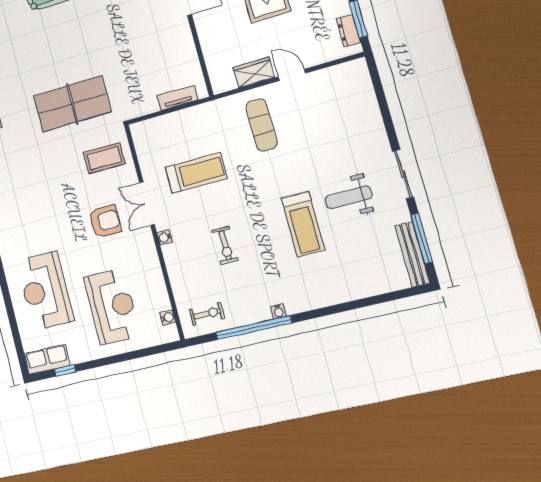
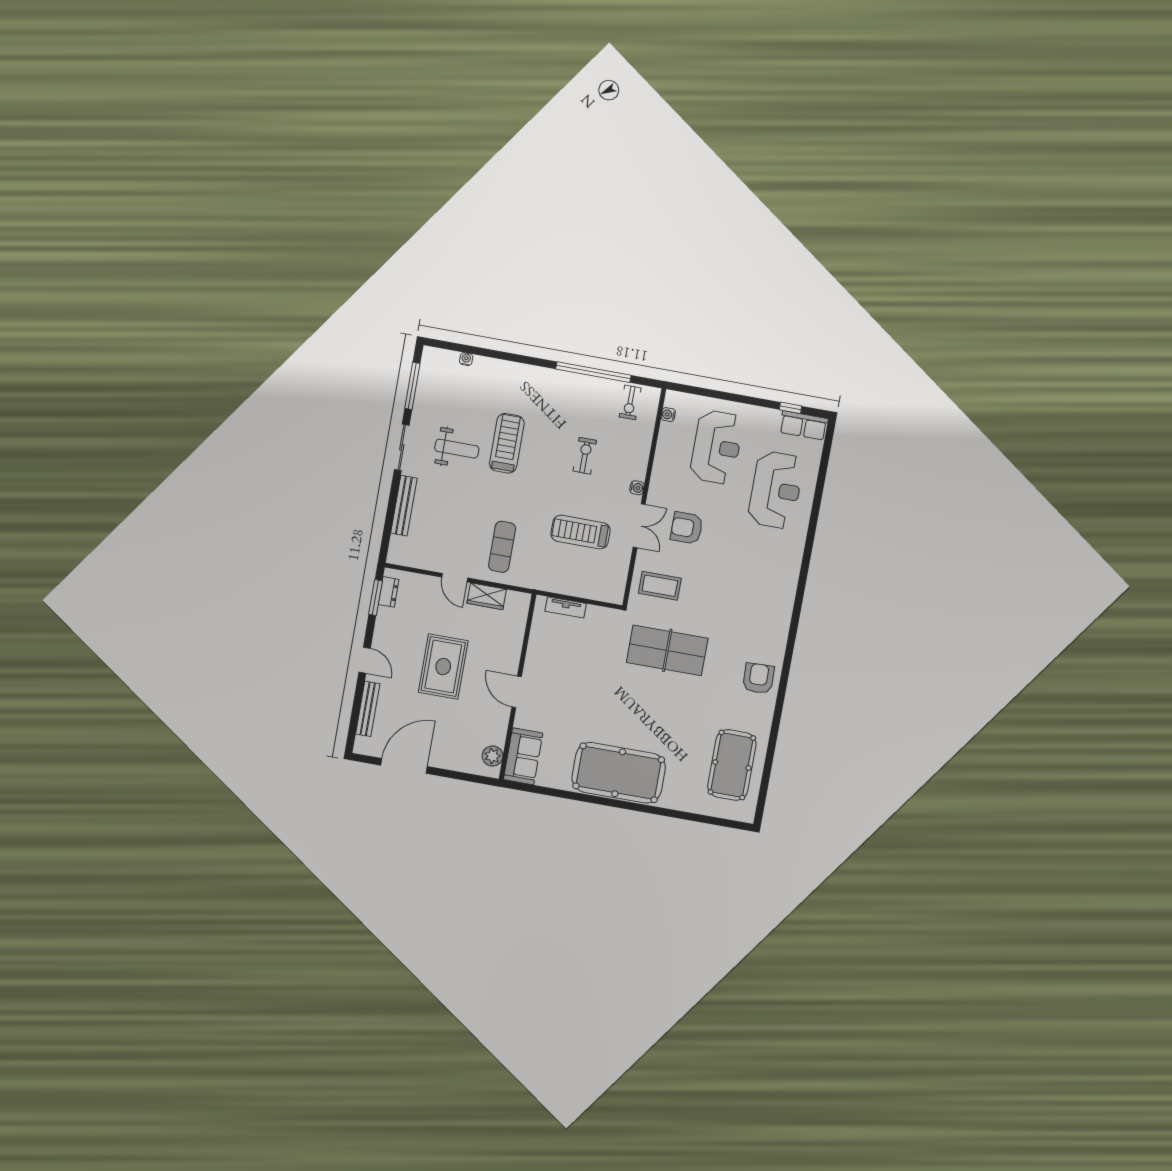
bench: (412, 254) -> (404, 506), moved
reception desk: (112, 306) -> (717, 447), turned 180
water cooler: (278, 311) -> (466, 359), moved
exercise bike: (207, 314) -> (630, 402), turned -90

